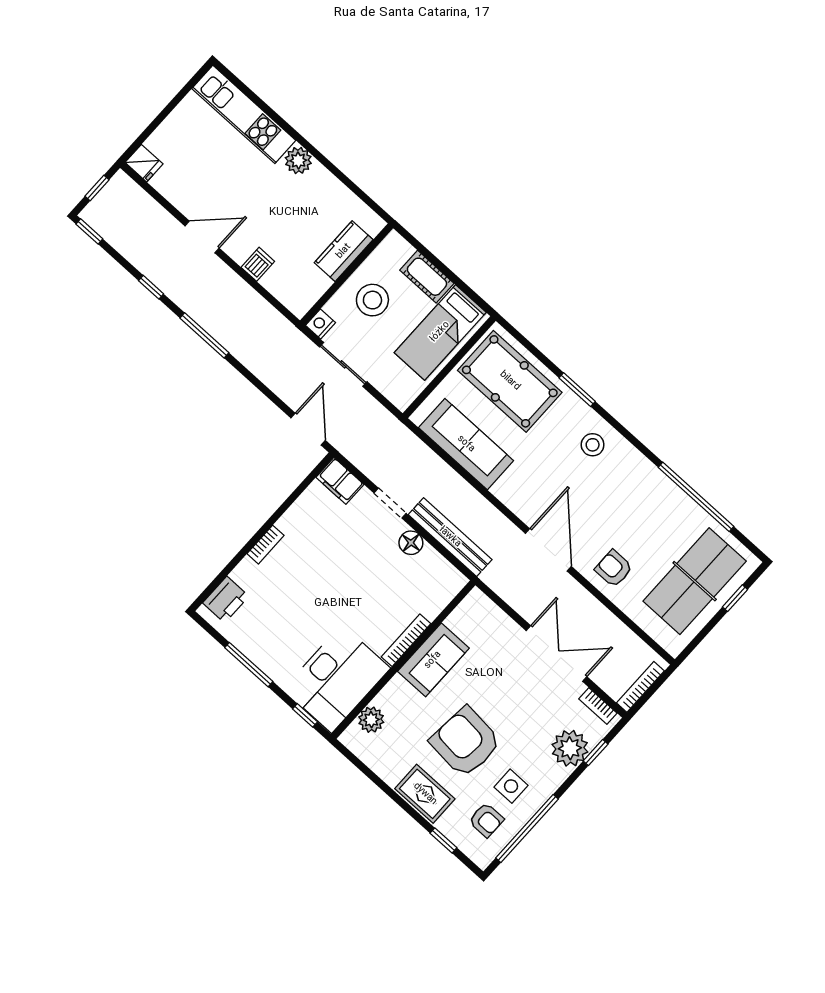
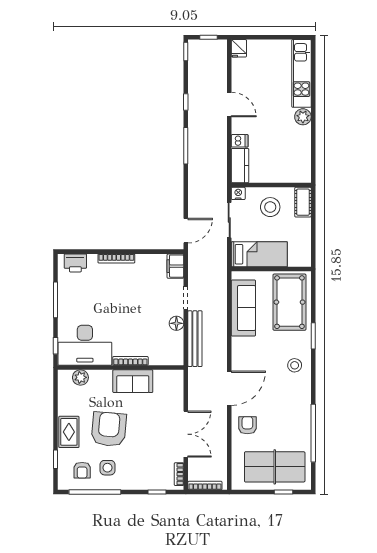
kitchen counter: (344, 251) -> (240, 166), moved, turned 90
cot: (427, 277) -> (303, 202), moved
bed: (440, 332) -> (259, 254), moved, turned 180
bookcase: (265, 545) -> (116, 258), width x1.56
plant: (570, 748) -> (149, 479), removed

